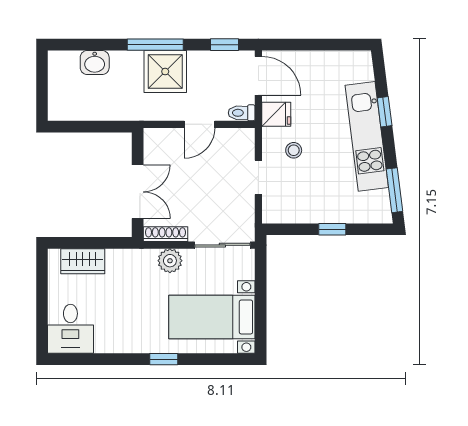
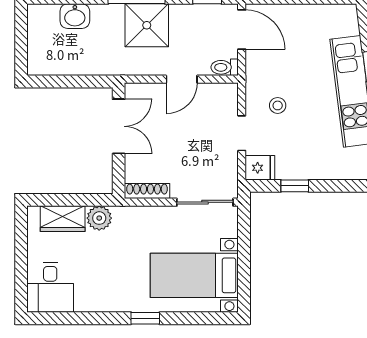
fridge: (276, 114) -> (260, 168), moved
double door: (138, 192) -> (119, 126), moved
window: (332, 229) -> (295, 186), moved
plant: (170, 261) -> (99, 218), moved

